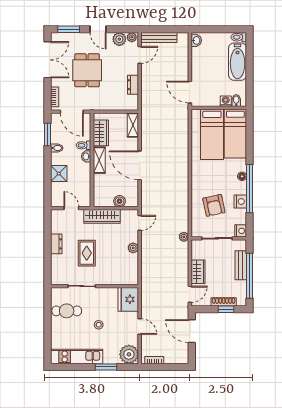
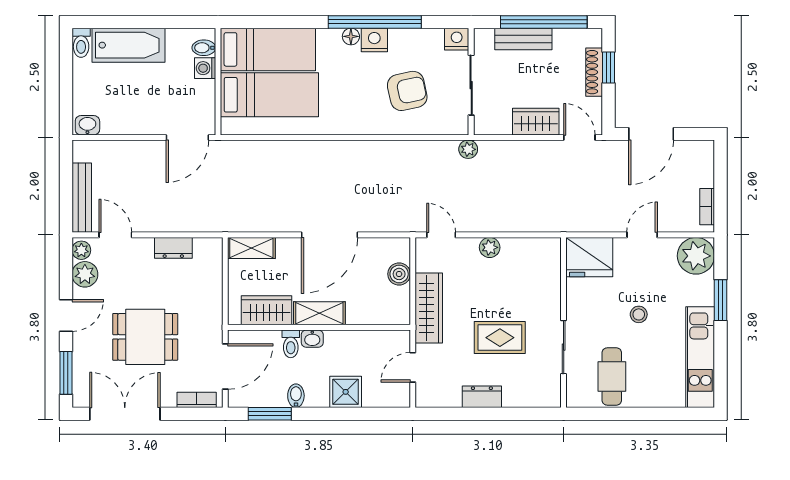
nightstand: (240, 201) -> (374, 40), moved

